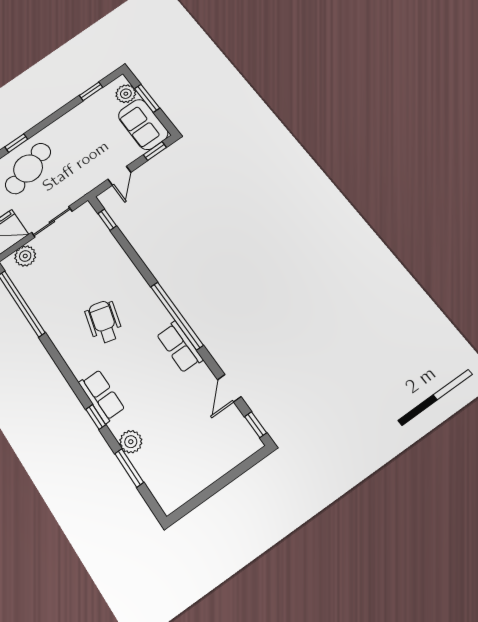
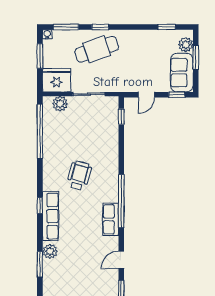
row of seats: (102, 396) -> (51, 216), width x1.48
window: (96, 417) -> (40, 206), moved

